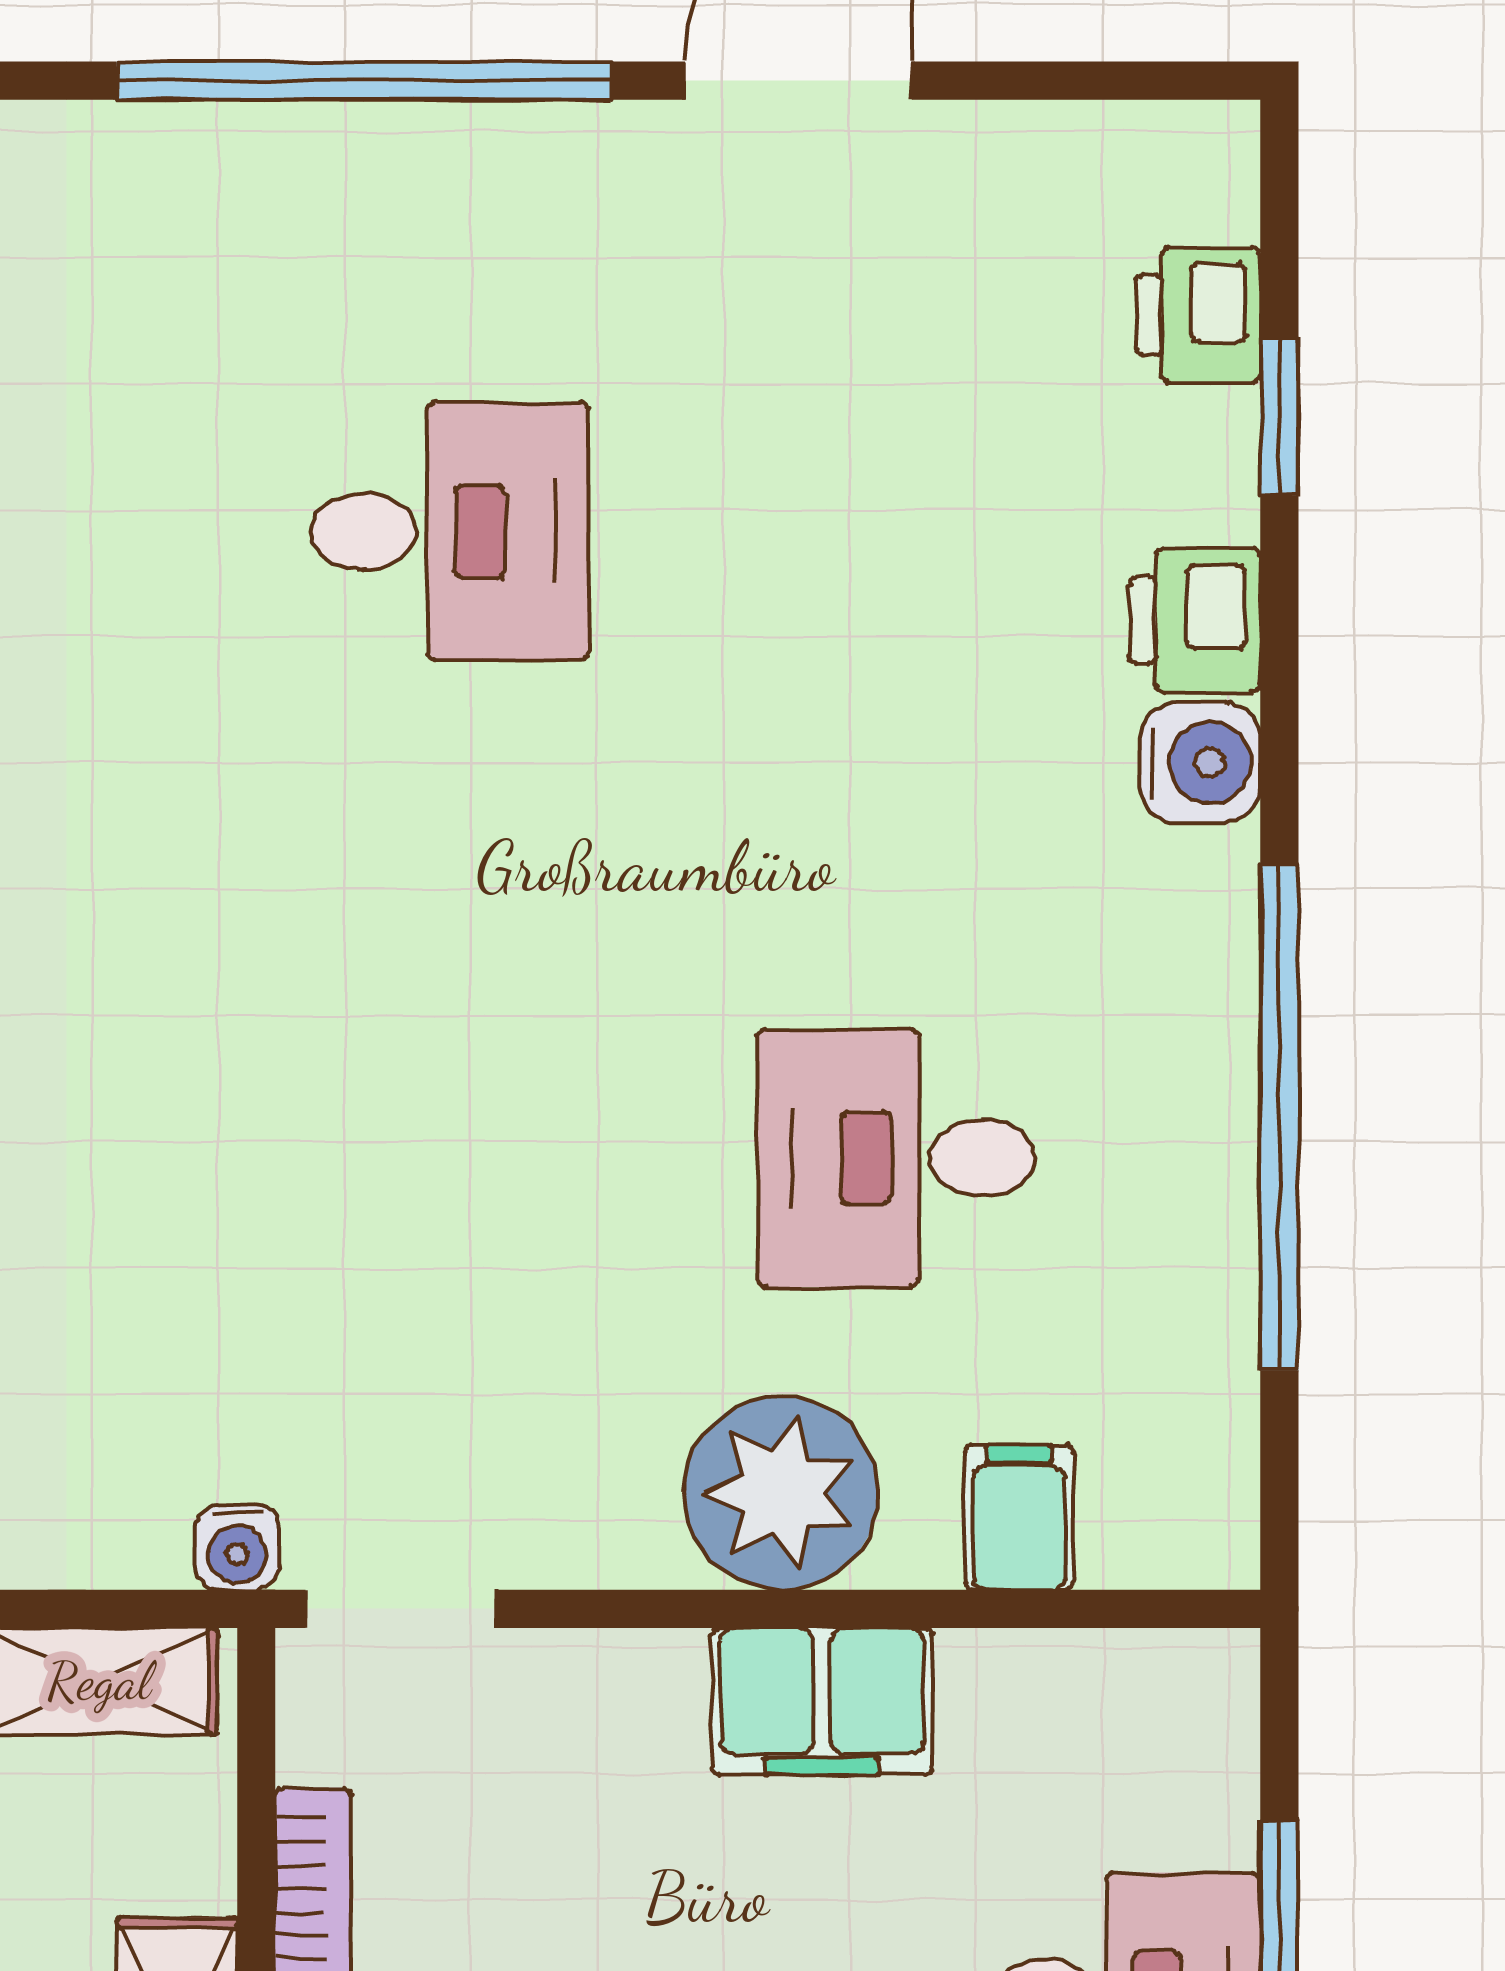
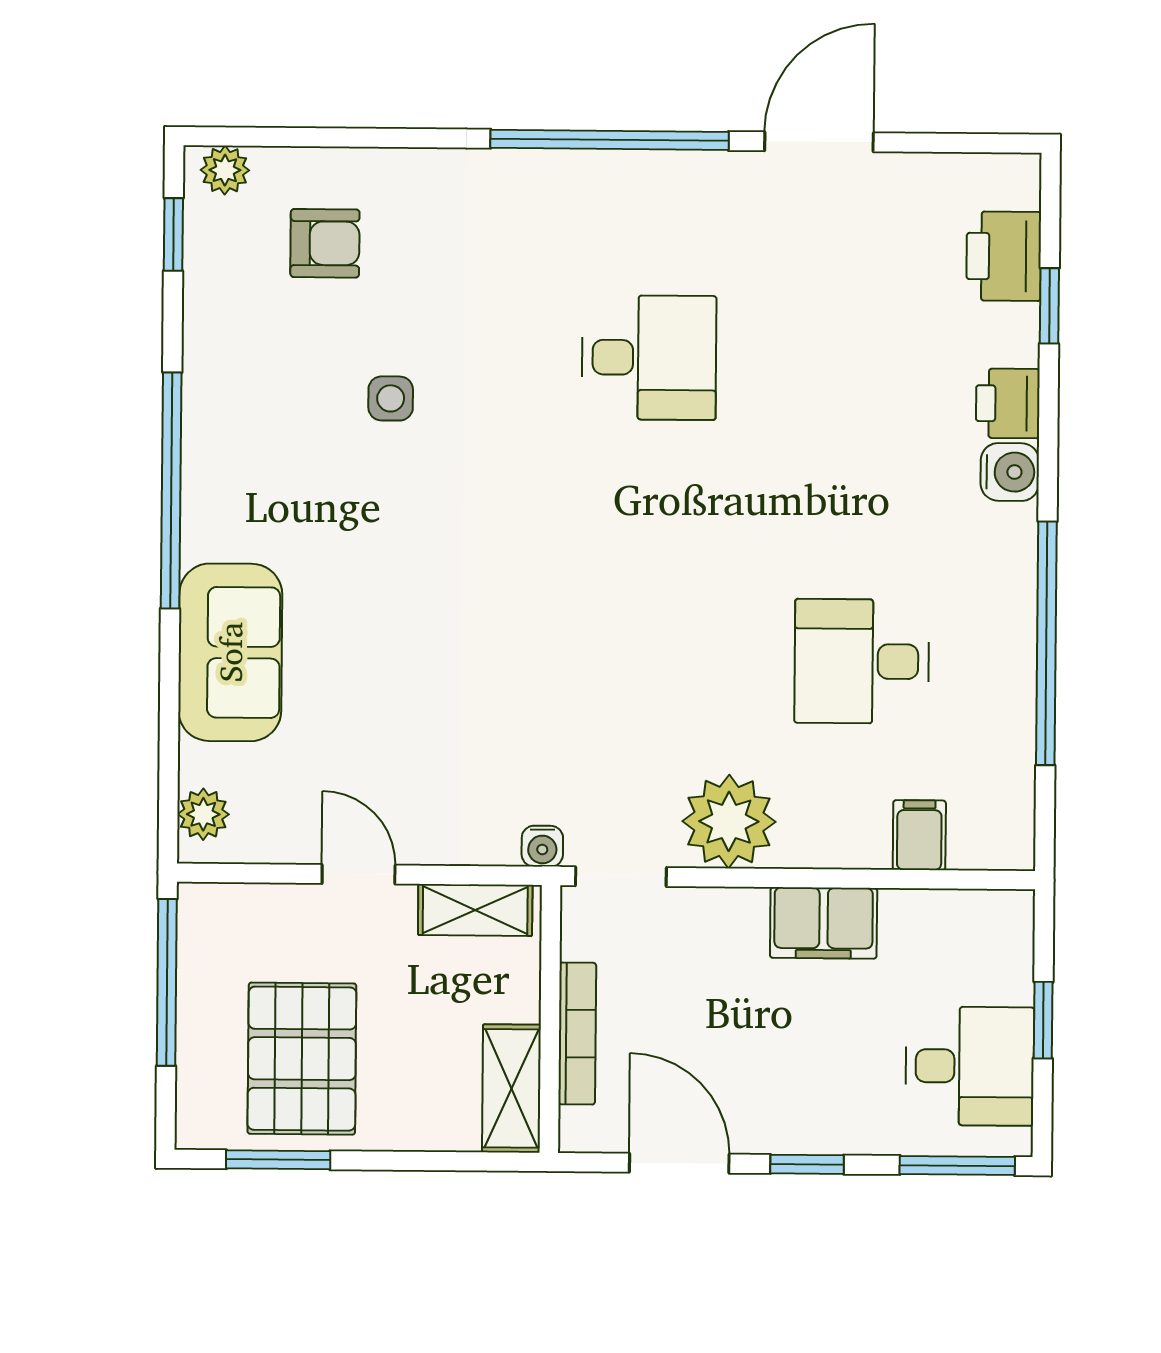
printer: (1199, 315) -> (1004, 256), width x1.36, depth x1.24
plant: (781, 1493) -> (729, 821), moved

